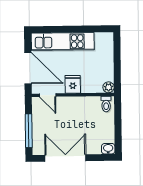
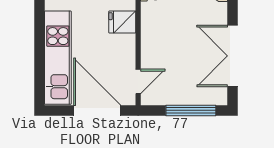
door: (28, 68) -> (97, 110), hinge flipped
fridge: (73, 84) -> (122, 22), moved

